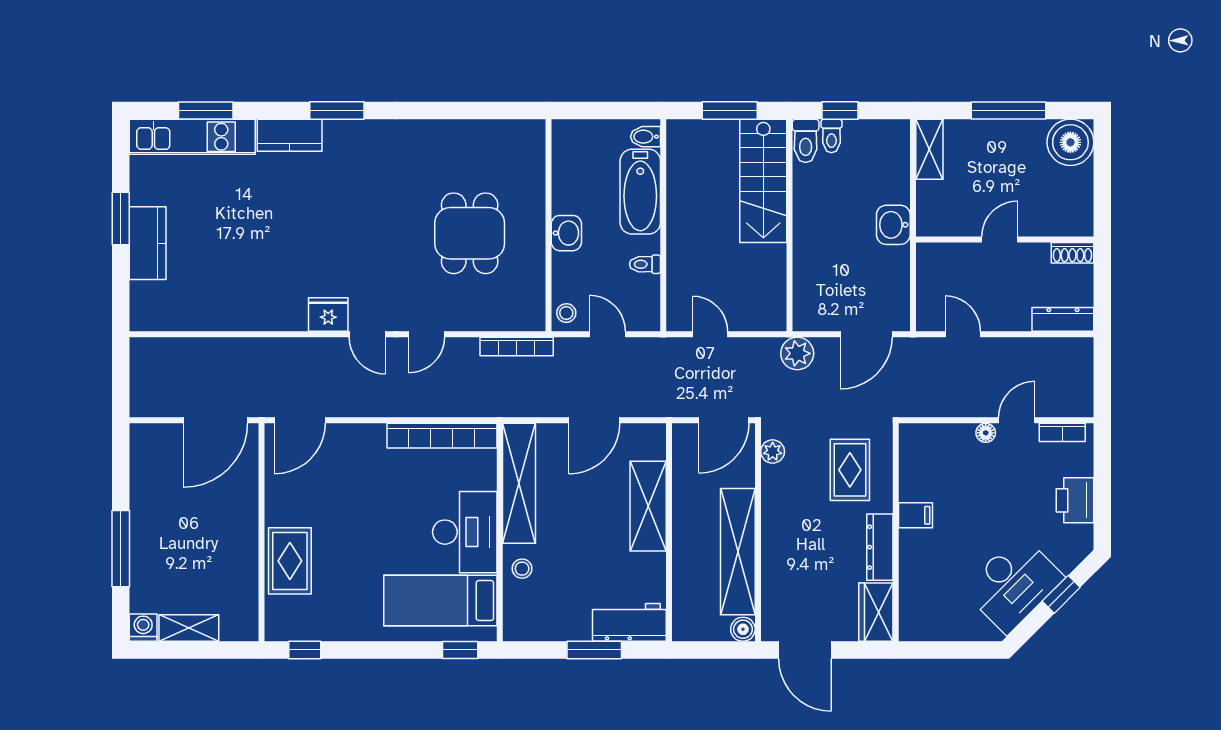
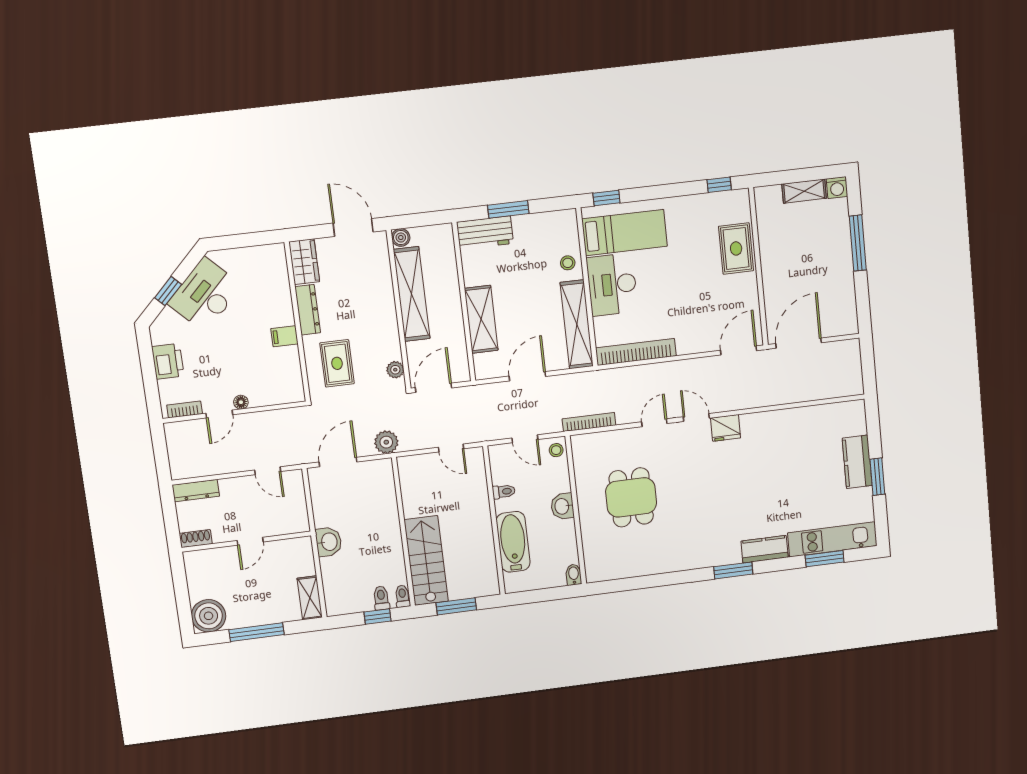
bidet: (645, 137) -> (574, 575), moved, turned -90
toilet: (806, 141) -> (402, 596), width x0.73, depth x0.72

